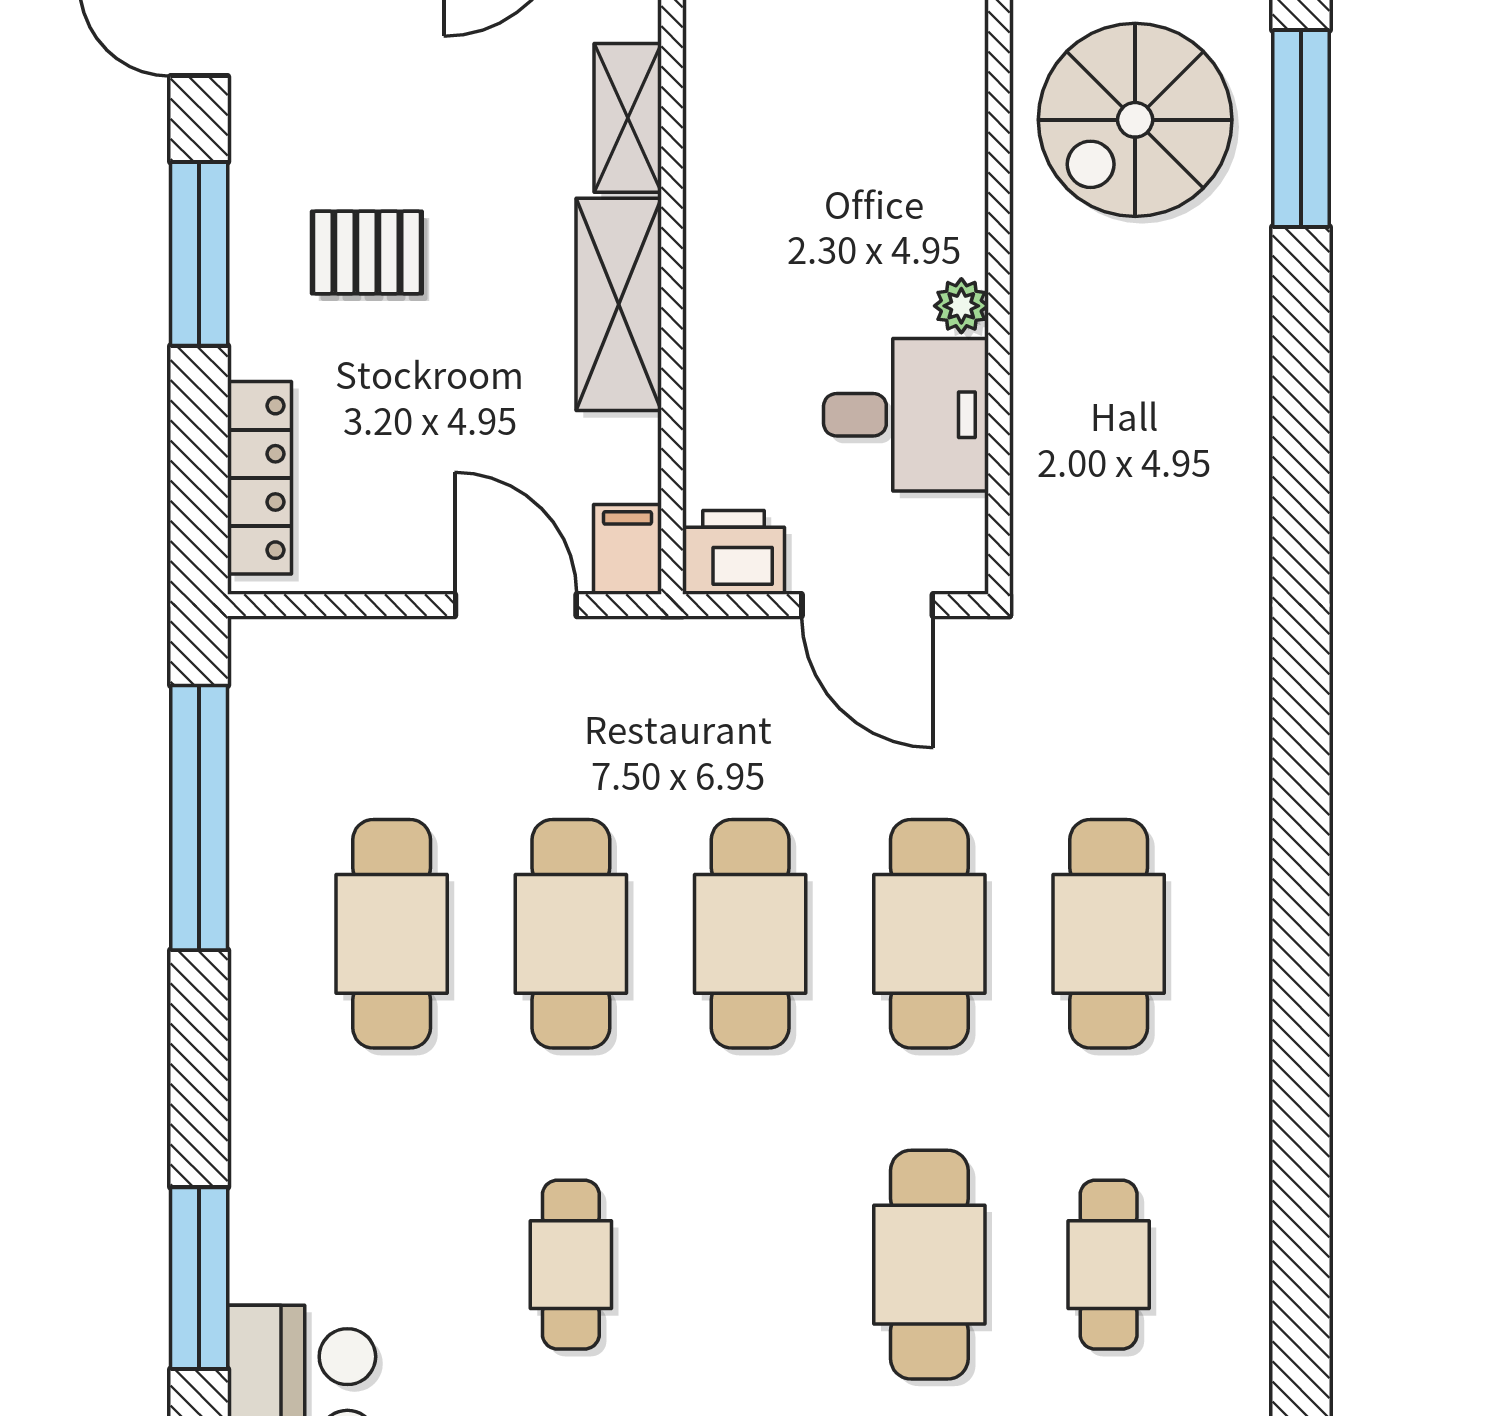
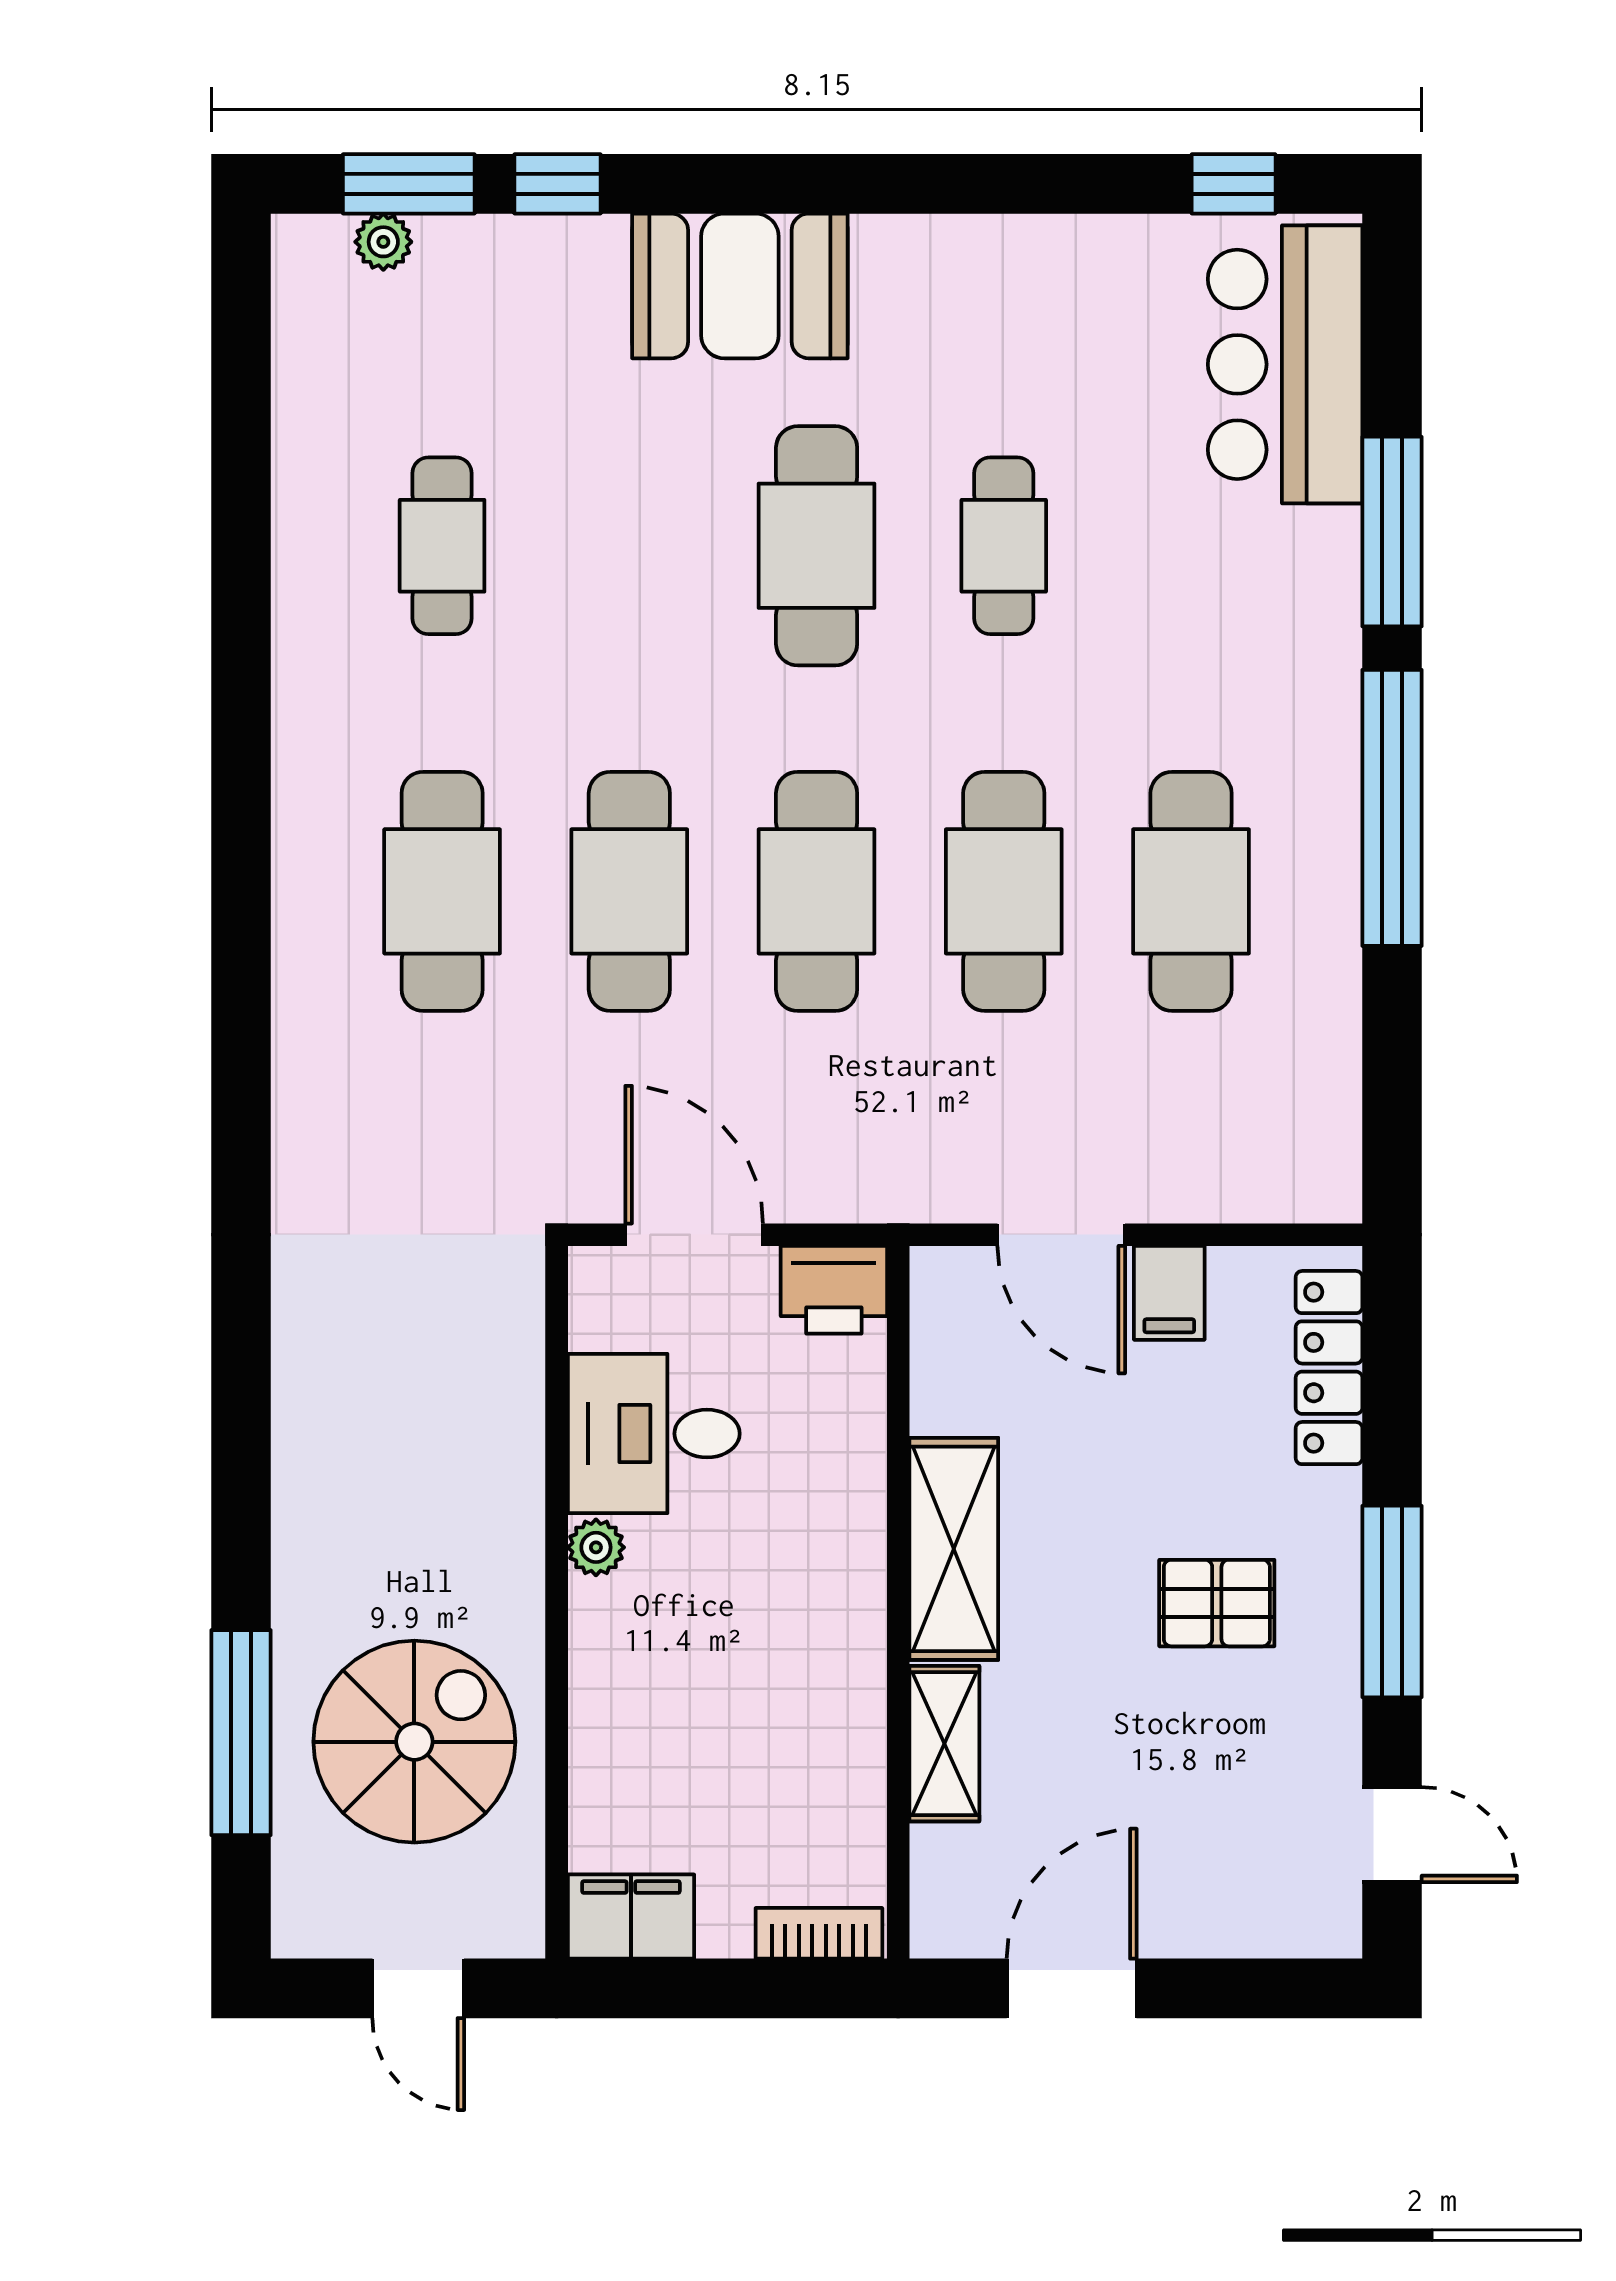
filing cabinet: (627, 549) -> (1169, 1293), moved
window: (199, 818) -> (1392, 808), moved
cafe table: (929, 1265) -> (817, 546), moved

